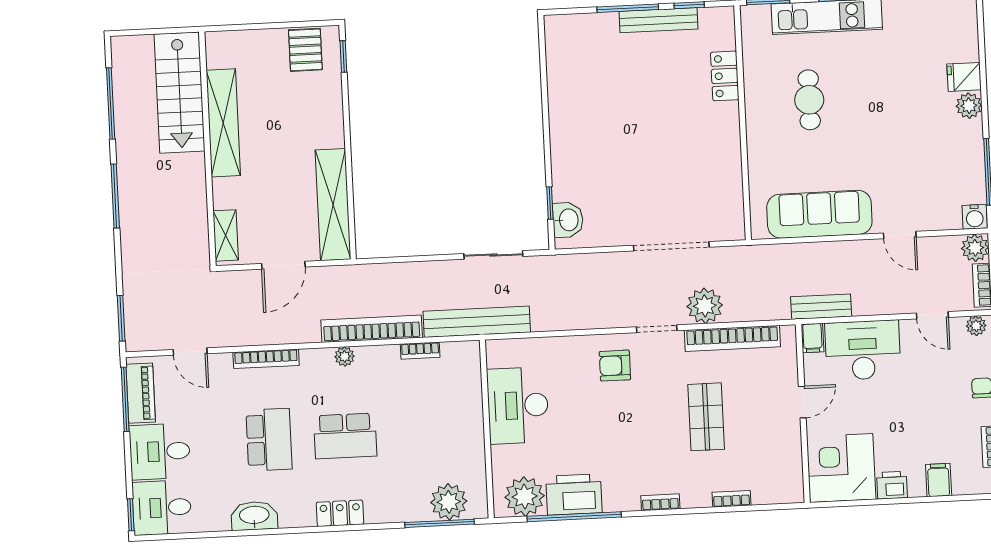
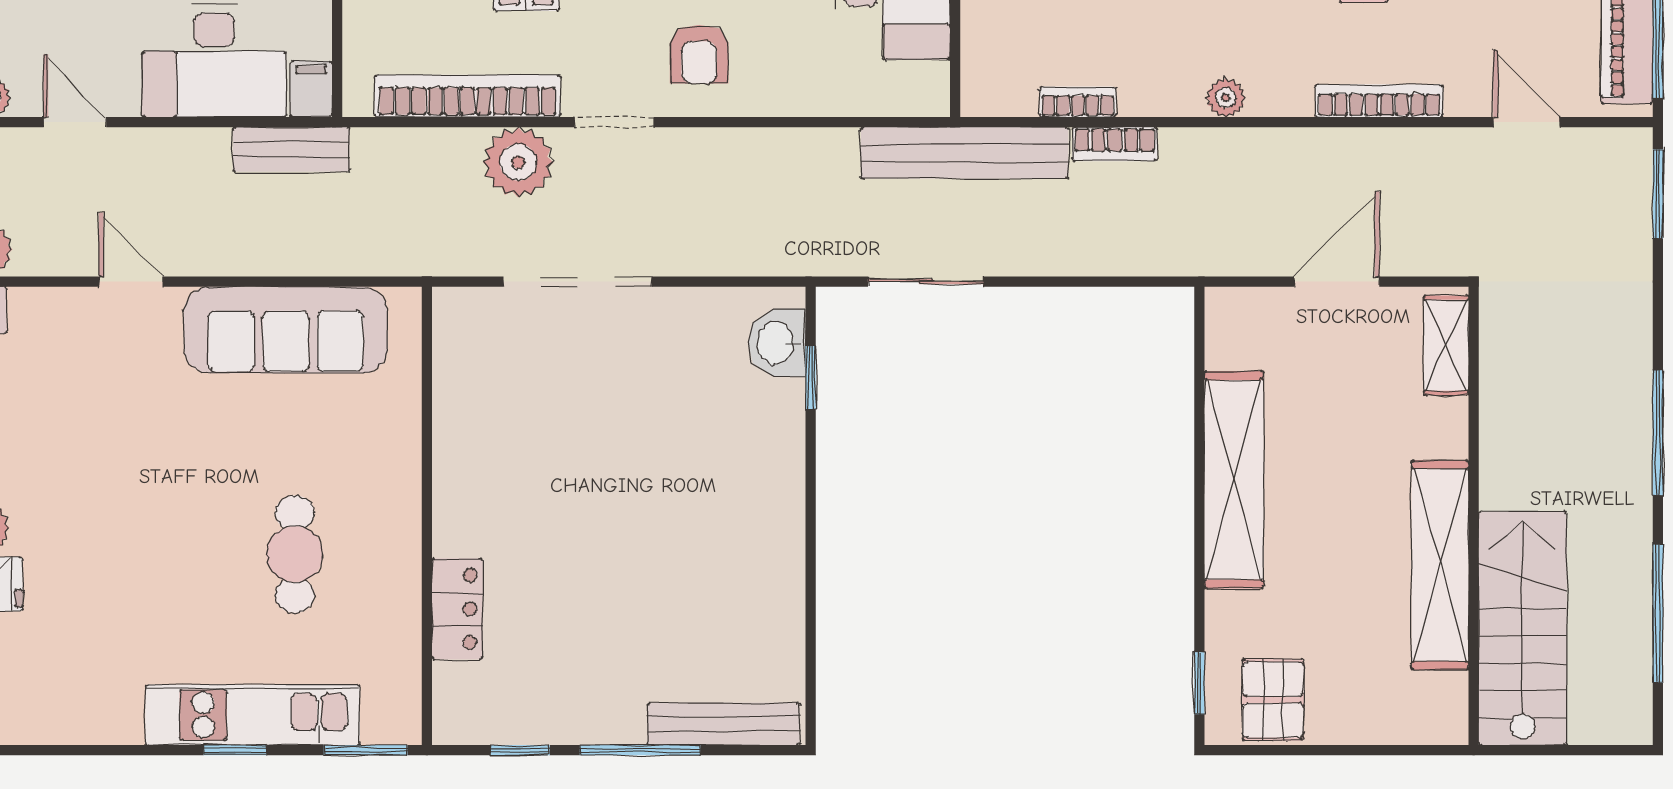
bench: (659, 20) -> (724, 724), moved
shelving: (333, 205) -> (1234, 480), moved
bookcase: (372, 329) -> (1115, 144), width x0.43, depth x0.76
armchair: (615, 366) -> (699, 54), turned 90

